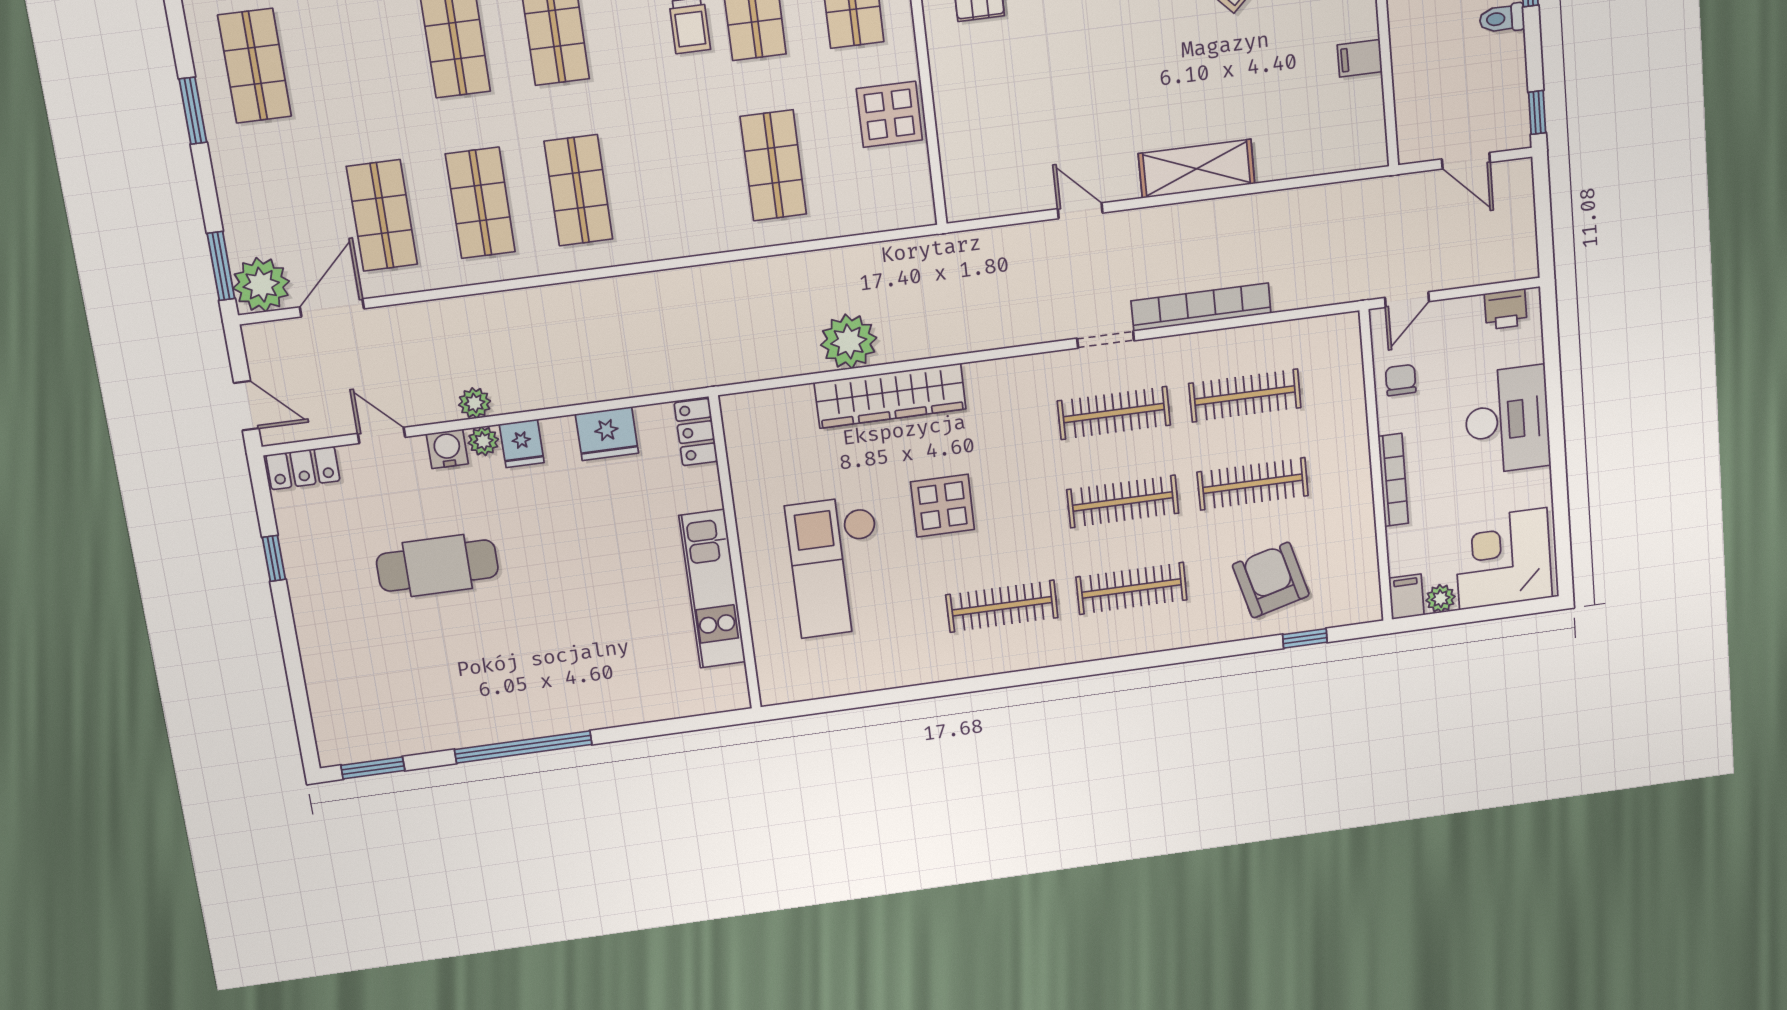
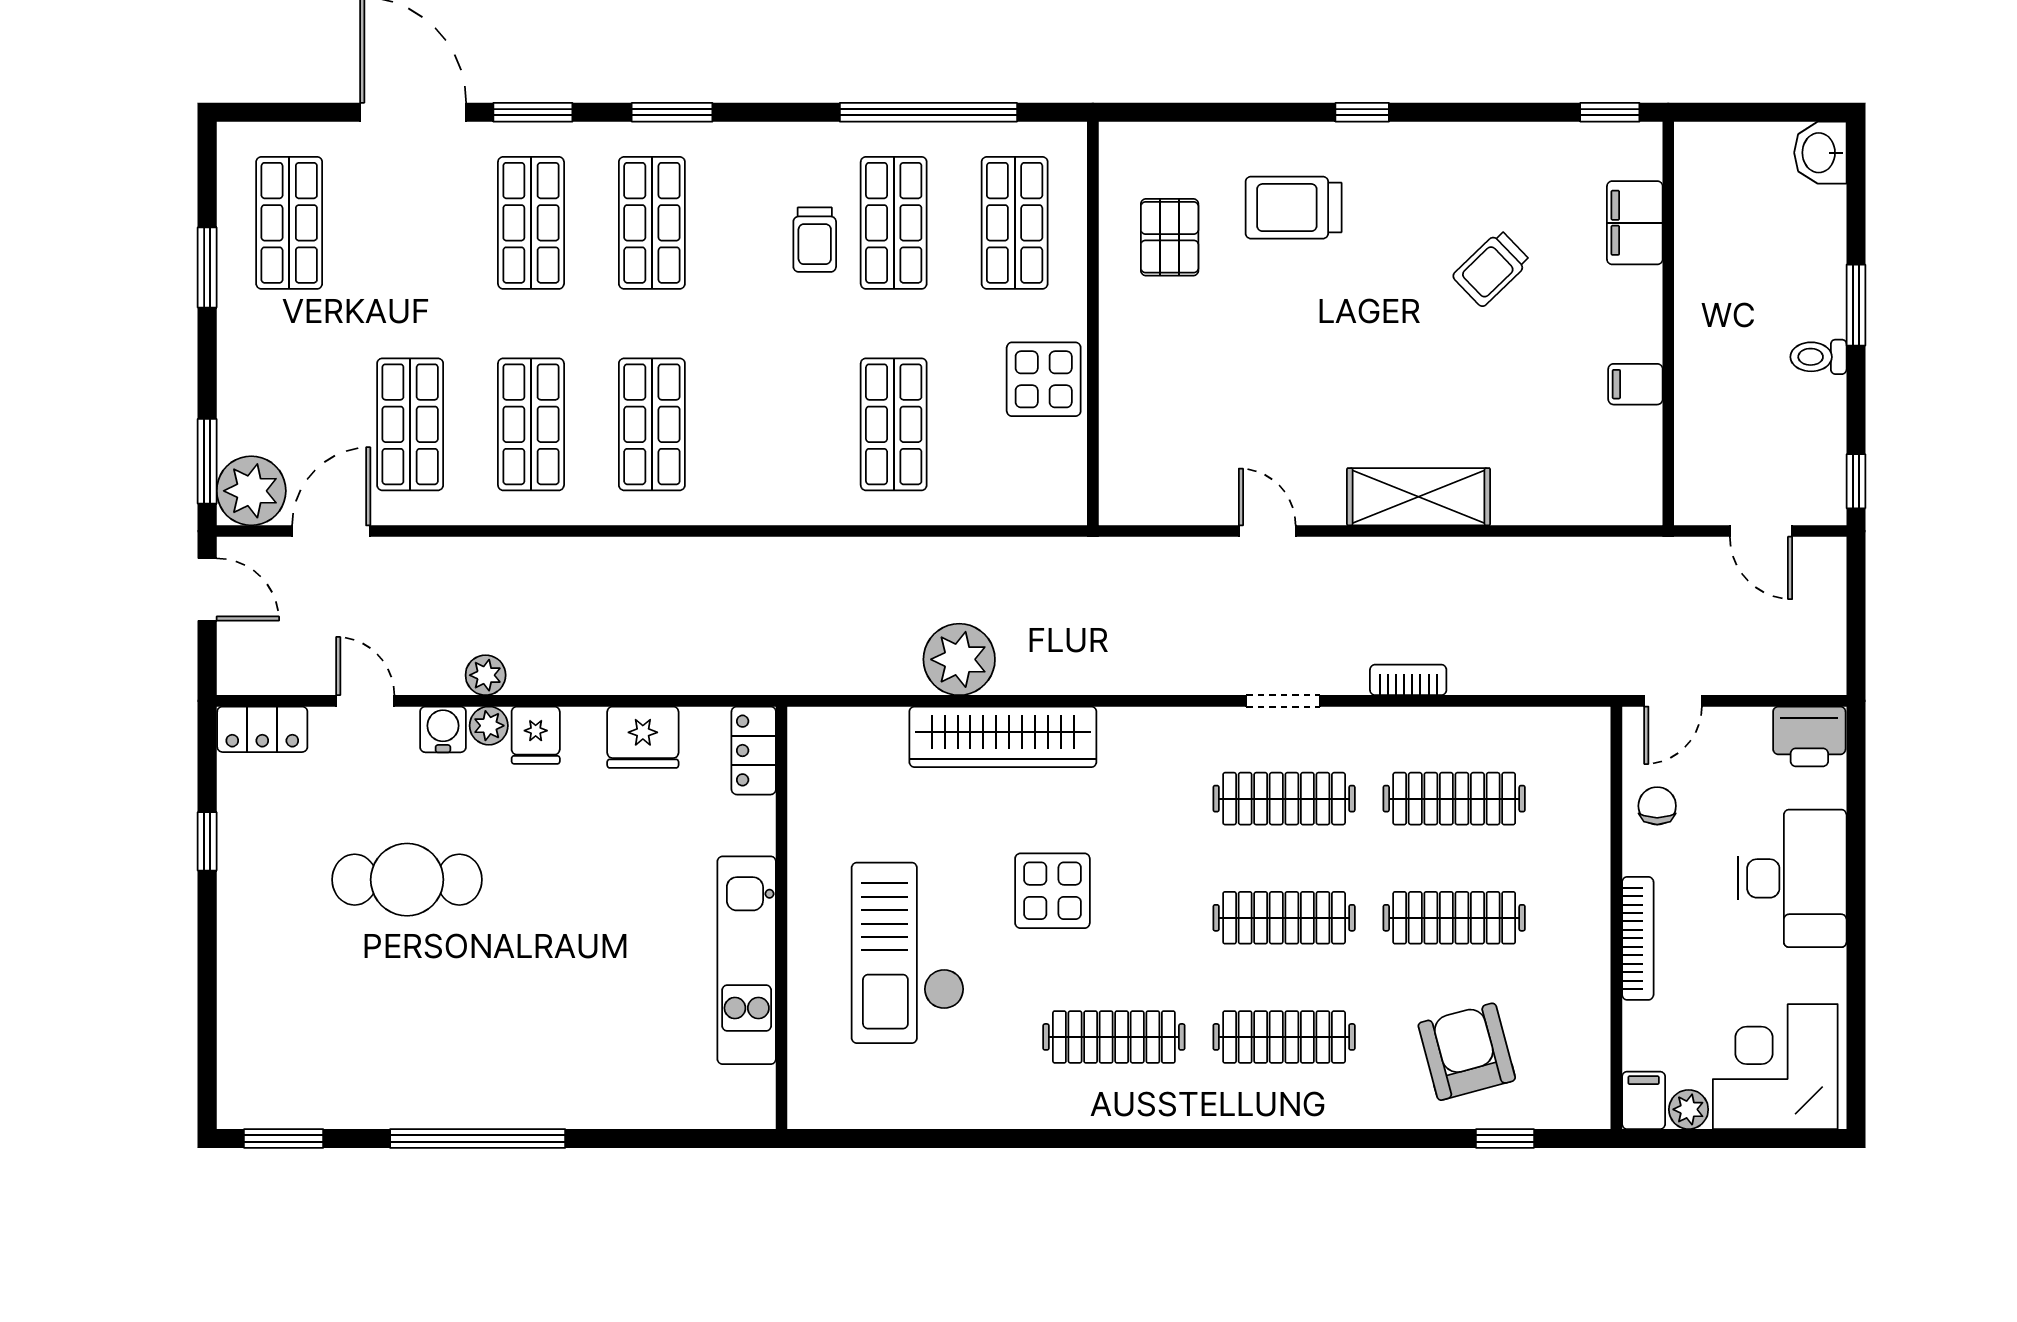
bookcase: (1201, 307) -> (1408, 680), width x0.43, depth x0.76
printer: (1506, 309) -> (1809, 736), width x1.36, depth x1.24
door: (246, 406) -> (207, 589), moved

